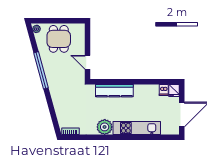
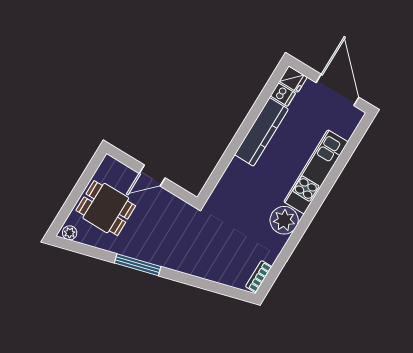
door: (88, 62) -> (152, 176), moved
window: (41, 70) -> (138, 265), width x0.68
kitchen counter: (114, 91) -> (261, 132), moved

